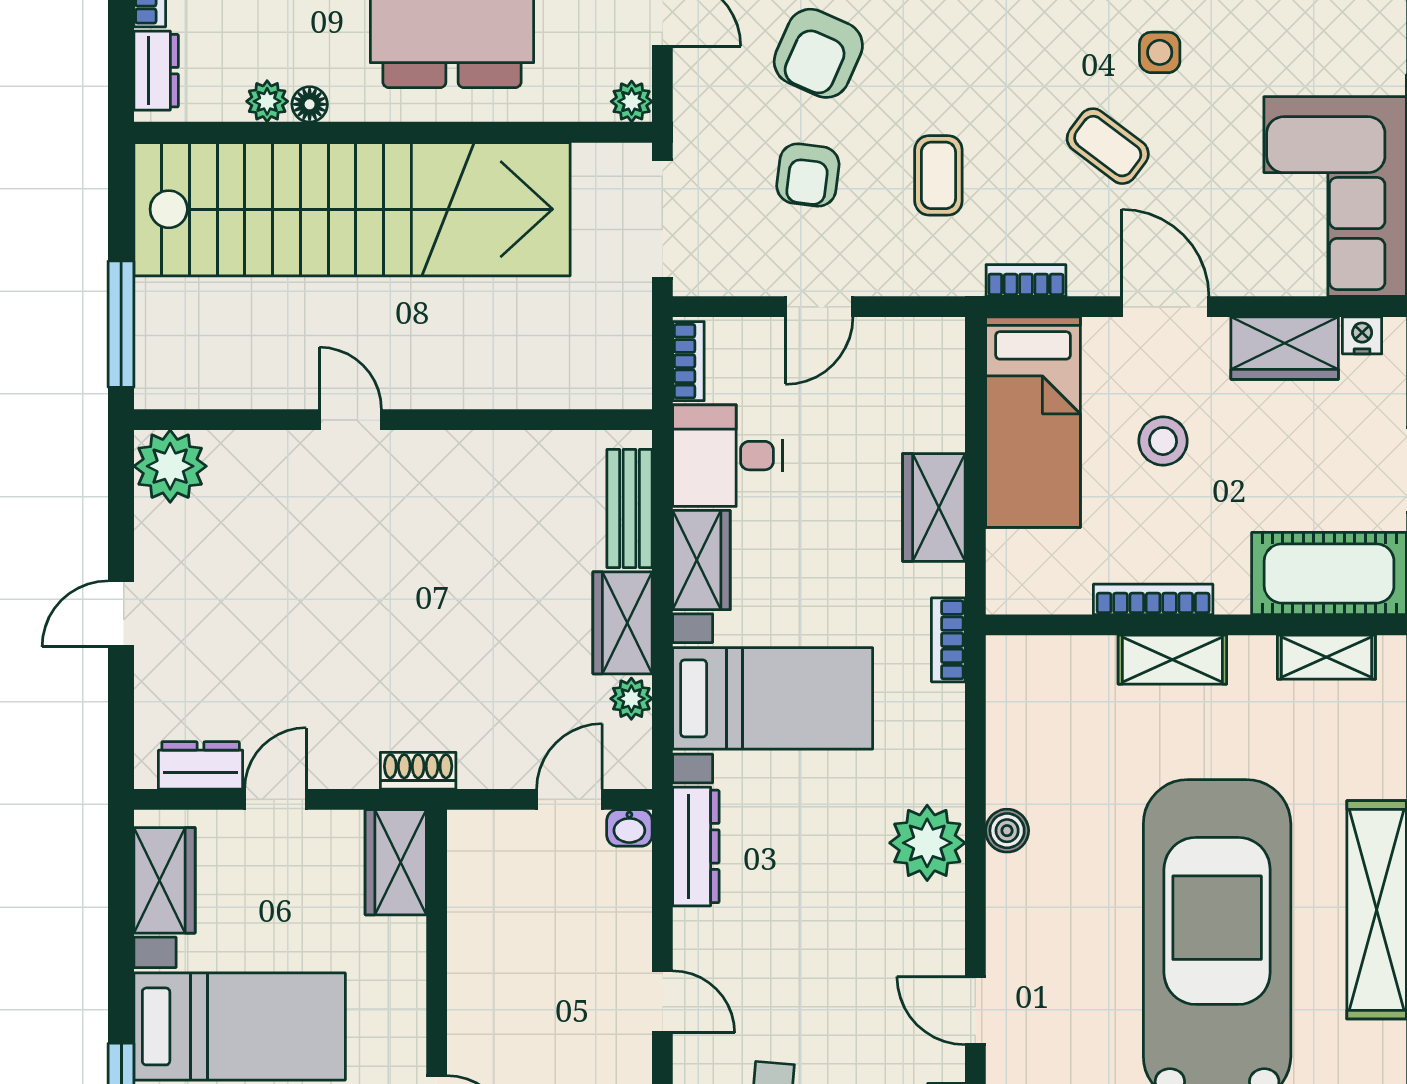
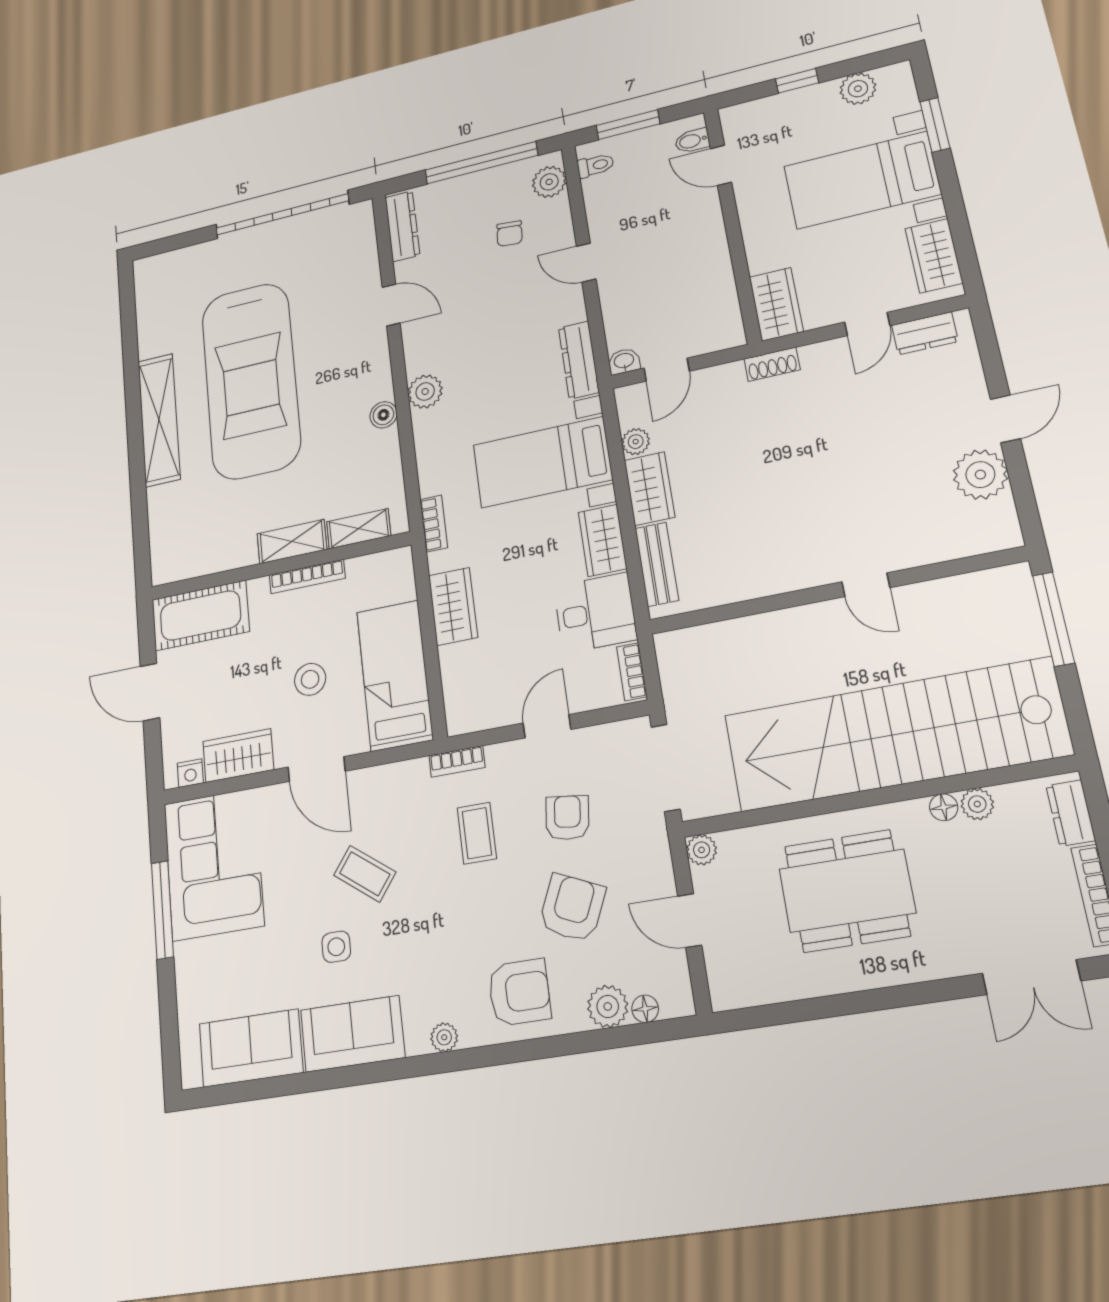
bookcase: (1026, 280) -> (457, 761), moved
plant: (170, 466) -> (980, 475), moved
shelving: (1326, 657) -> (359, 529), moved
plant: (927, 843) -> (425, 392), width x0.73, depth x0.73

